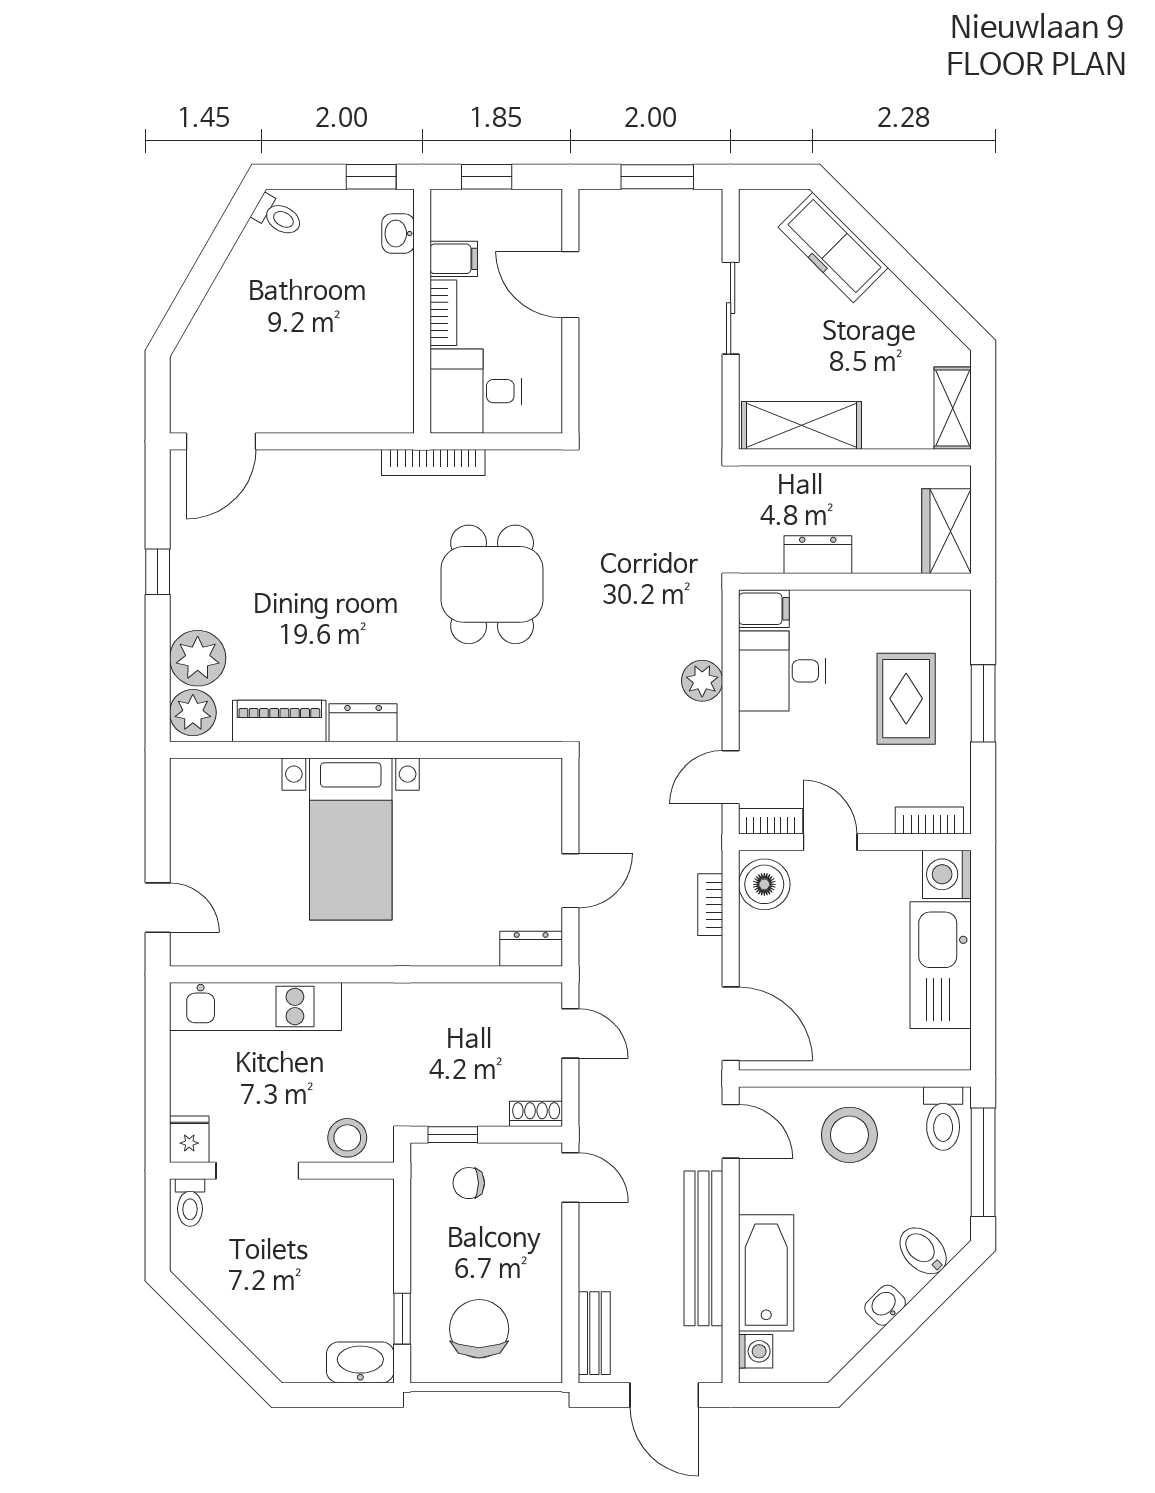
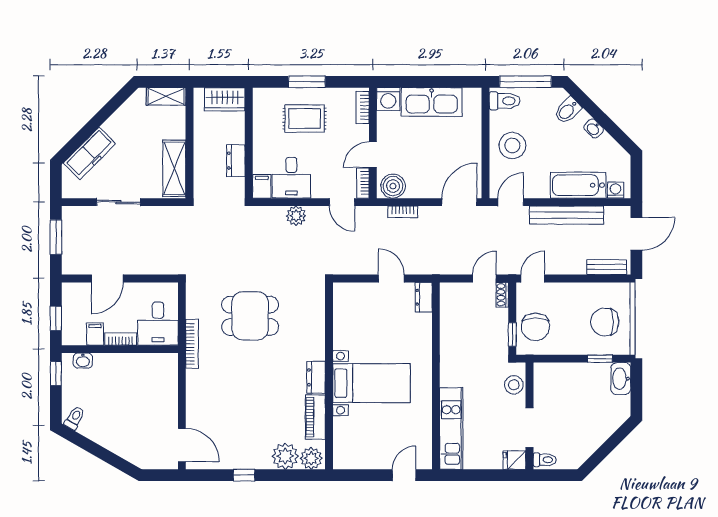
door: (570, 1033) -> (484, 278), moved
chair: (469, 1183) -> (535, 327), width x1.87, depth x1.87

